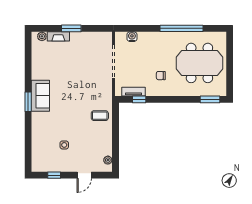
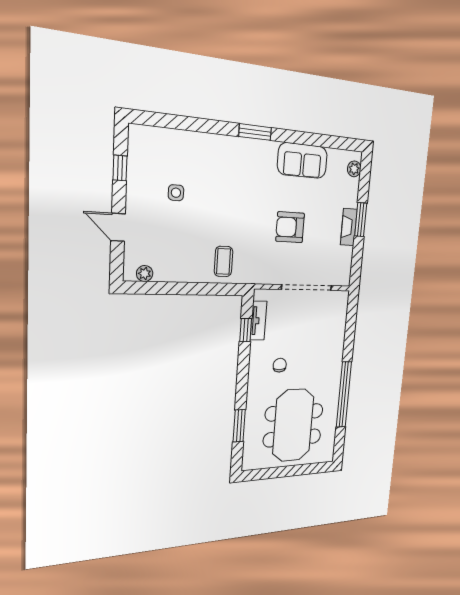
fireplace: (58, 36) -> (349, 227), moved
water cooler: (132, 37) -> (340, 318), removed
armchair: (79, 76) -> (290, 227), added
sofa: (40, 96) -> (302, 161), moved
window: (210, 99) -> (239, 426), moved

